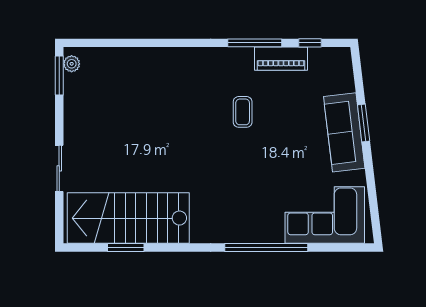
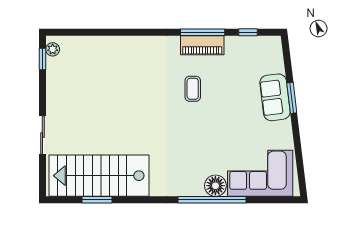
piano: (281, 59) -> (202, 45), moved
window: (59, 75) -> (42, 59), width x0.67
sofa: (344, 132) -> (275, 97), width x0.73
floor lamp: (270, 230) -> (215, 186), added

